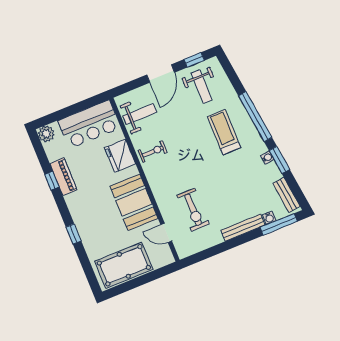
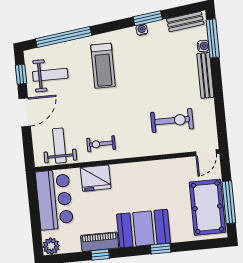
door: (161, 74) -> (25, 112), hinge flipped
window: (255, 117) -> (64, 37), moved
treadmill: (224, 132) -> (103, 66), turned -90
exercise bike: (153, 151) -> (101, 144), turned -90
booth: (134, 202) -> (144, 229), moved
door: (166, 233) -> (206, 153), moved
window: (134, 283) -> (229, 202), added

